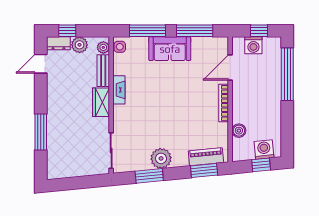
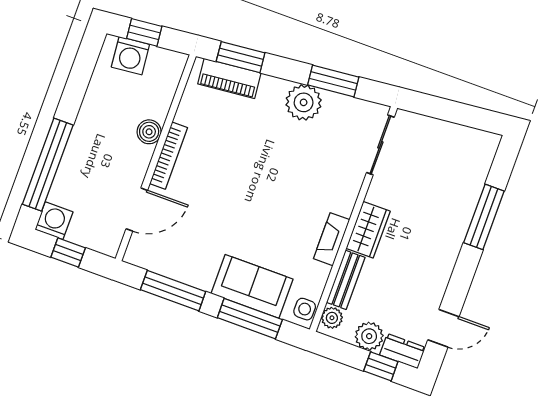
washing machine: (253, 45) -> (54, 221), moved
sofa: (170, 49) -> (252, 286), moved
boiler: (239, 131) -> (149, 132), moved

